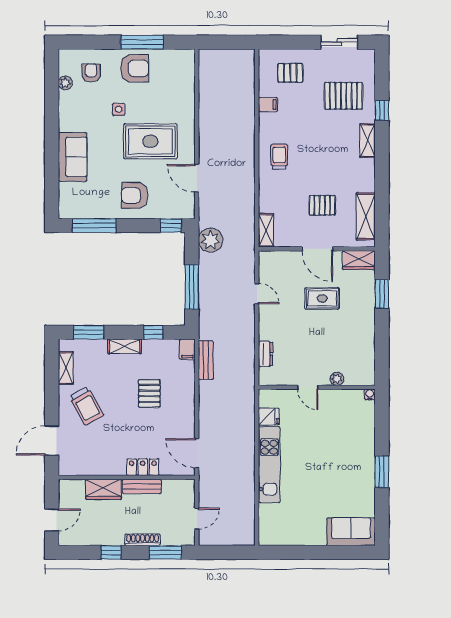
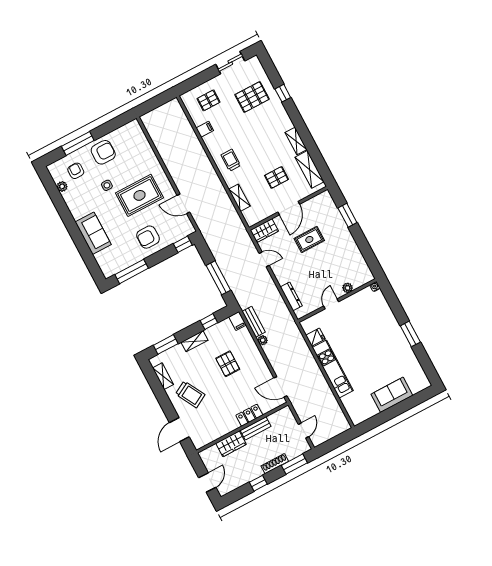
window: (142, 42) -> (78, 143), moved
shelving: (368, 141) -> (296, 141), moved
shelving: (266, 230) -> (239, 198), moved
plant: (211, 240) -> (263, 340), moved, width x0.53, depth x0.53
door: (317, 249) -> (289, 208), hinge flipped
wardrobe: (359, 260) -> (264, 231), moved
dresser: (266, 354) -> (291, 296), width x1.44
door: (308, 387) -> (331, 304), swing flipped
sofa: (351, 532) -> (392, 395), moved

